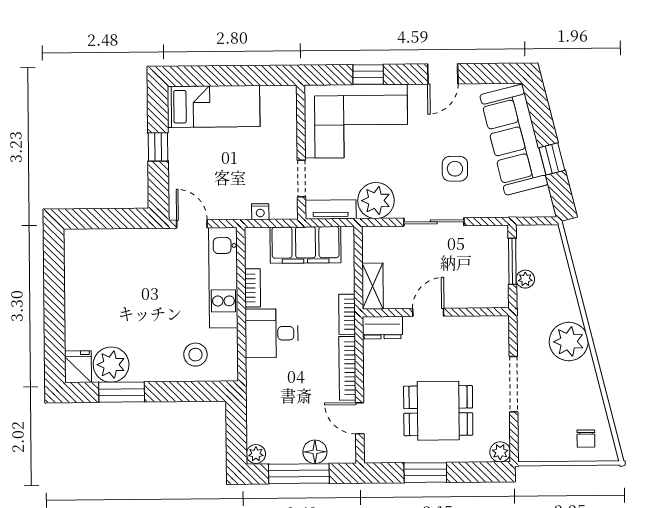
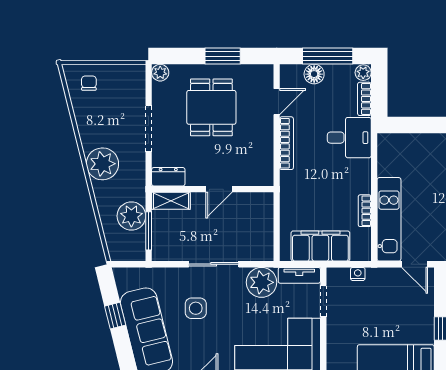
plant: (525, 279) -> (131, 216), width x1.87, depth x1.87
shelving: (373, 286) -> (171, 201), moved, turned 90
bookcase: (347, 314) -> (364, 99), moved, turned 180
dresser: (382, 328) -> (168, 177), moved
desk: (272, 333) -> (349, 138), moved
stool: (195, 355) -> (413, 156), removed
dining table: (438, 411) -> (211, 107), turned 90
door: (360, 418) -> (277, 102), hinge flipped

